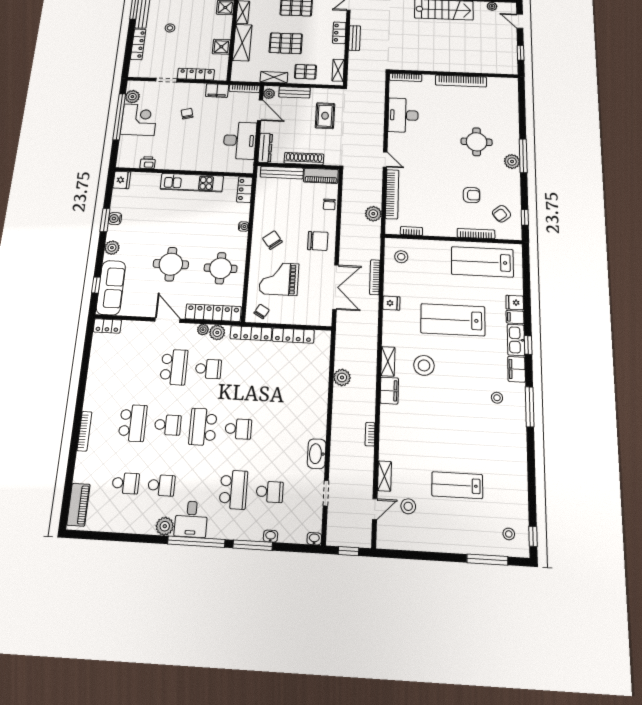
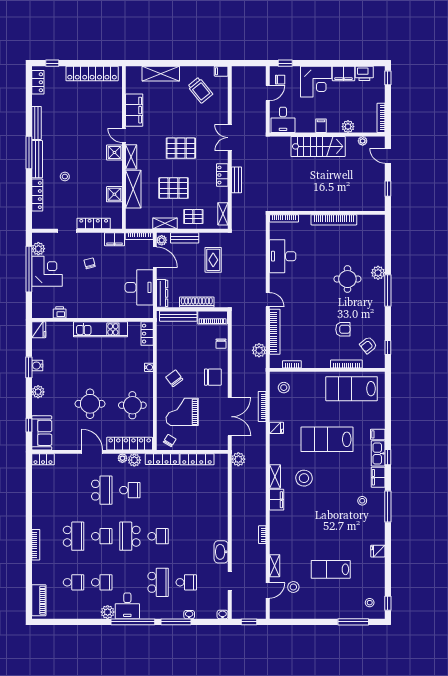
plant: (512, 162) -> (378, 273), moved
sofa: (111, 288) -> (42, 433), width x0.73
fridge: (515, 303) -> (378, 551), moved
plant: (342, 377) -> (238, 459), moved

